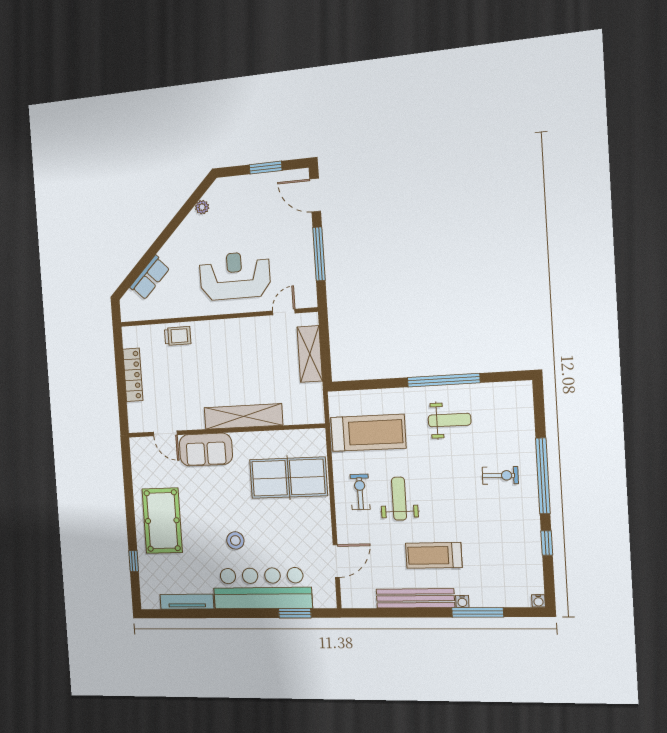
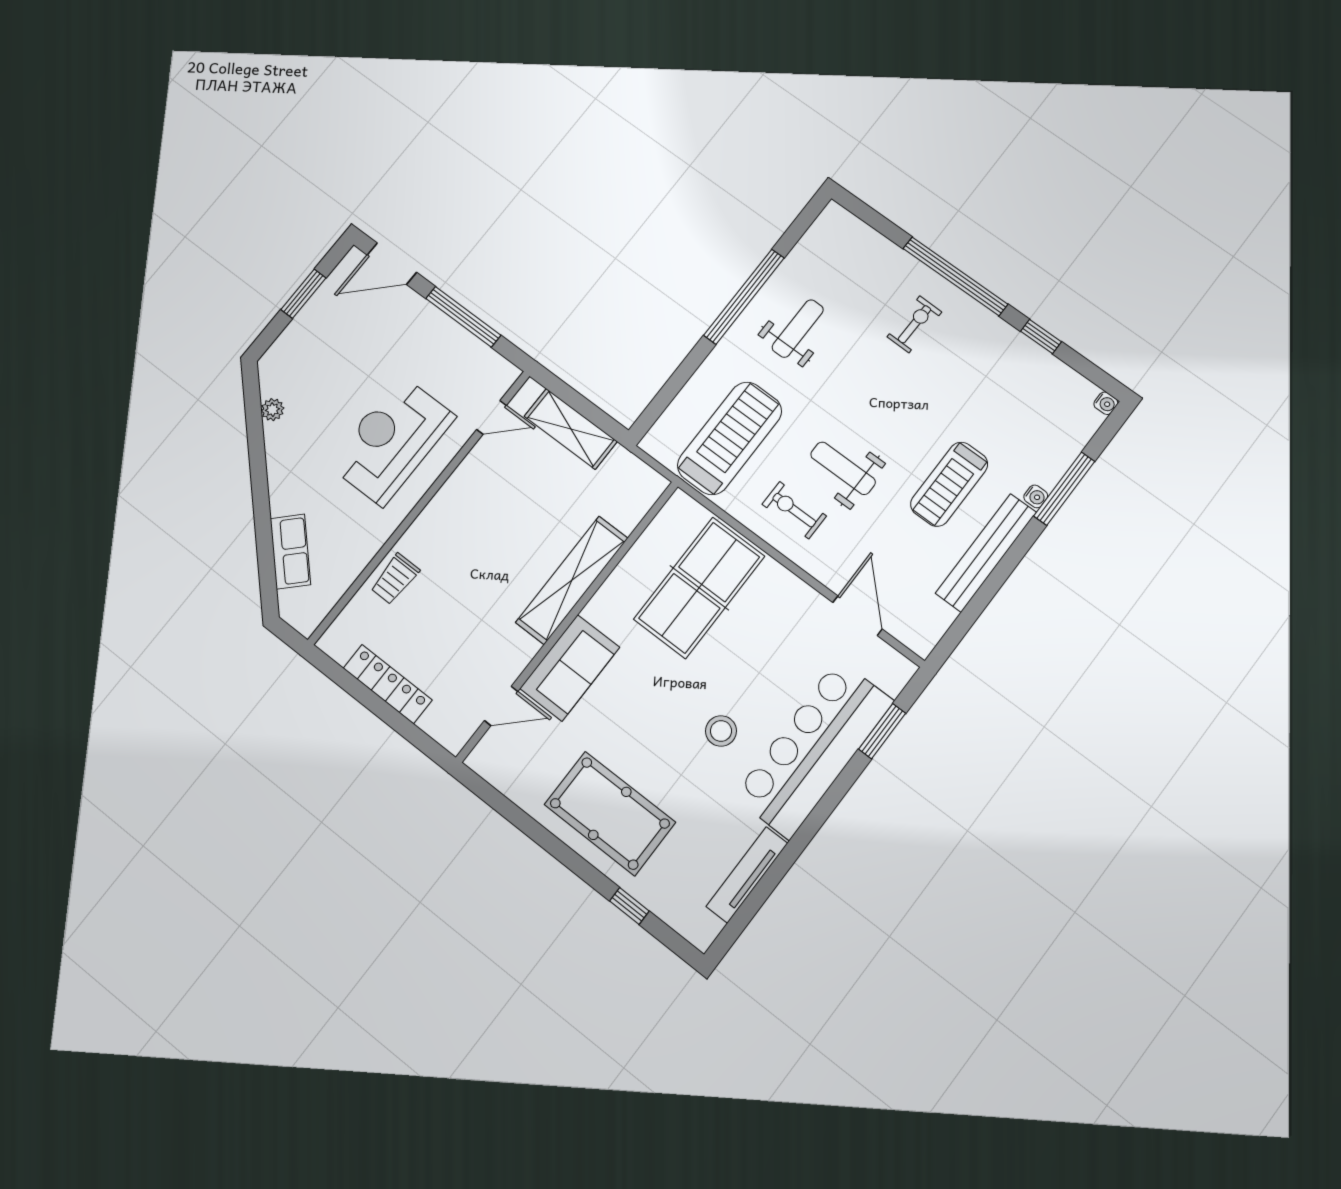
door: (284, 312) -> (492, 417), swing flipped
trolley: (178, 336) -> (395, 579), turned 180

